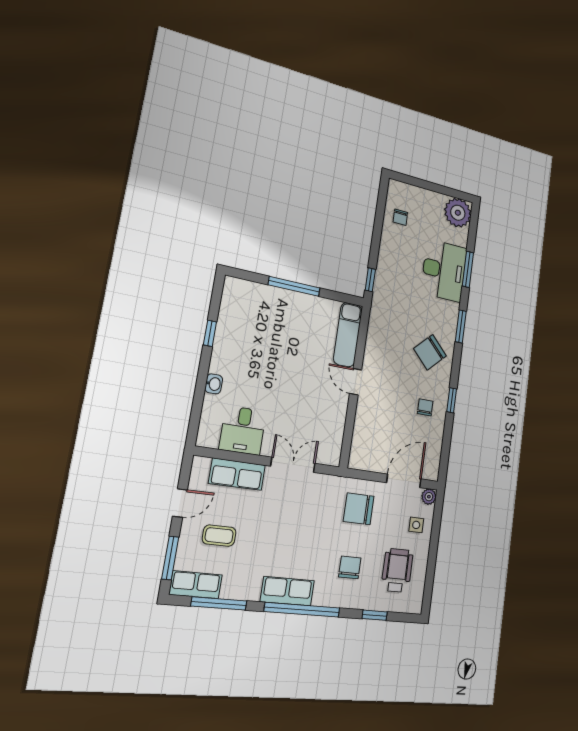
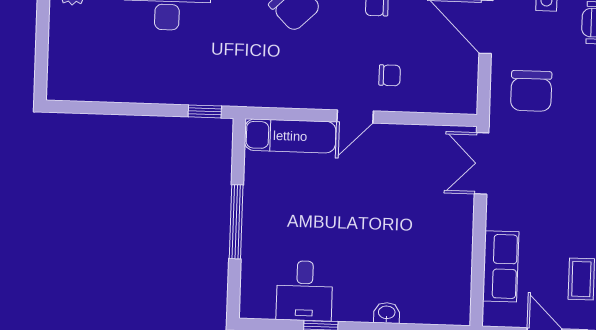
chair: (400, 217) -> (390, 75), moved
desk: (243, 430) -> (304, 291), moved, turned 90
double door: (293, 465) -> (482, 163), moved

